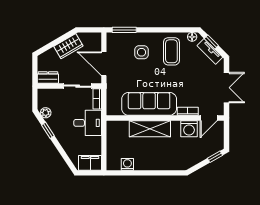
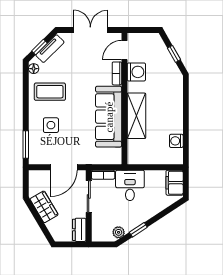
door: (209, 118) -> (124, 50), swing flipped
window: (215, 157) -> (174, 54), moved

